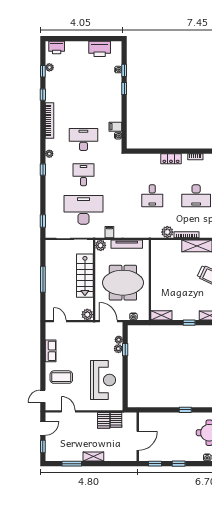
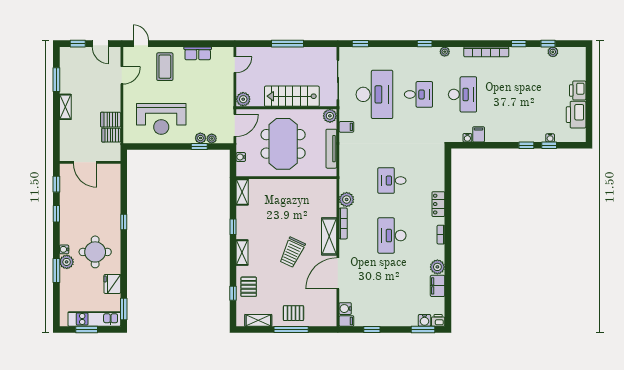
printer: (57, 48) -> (578, 90), moved

